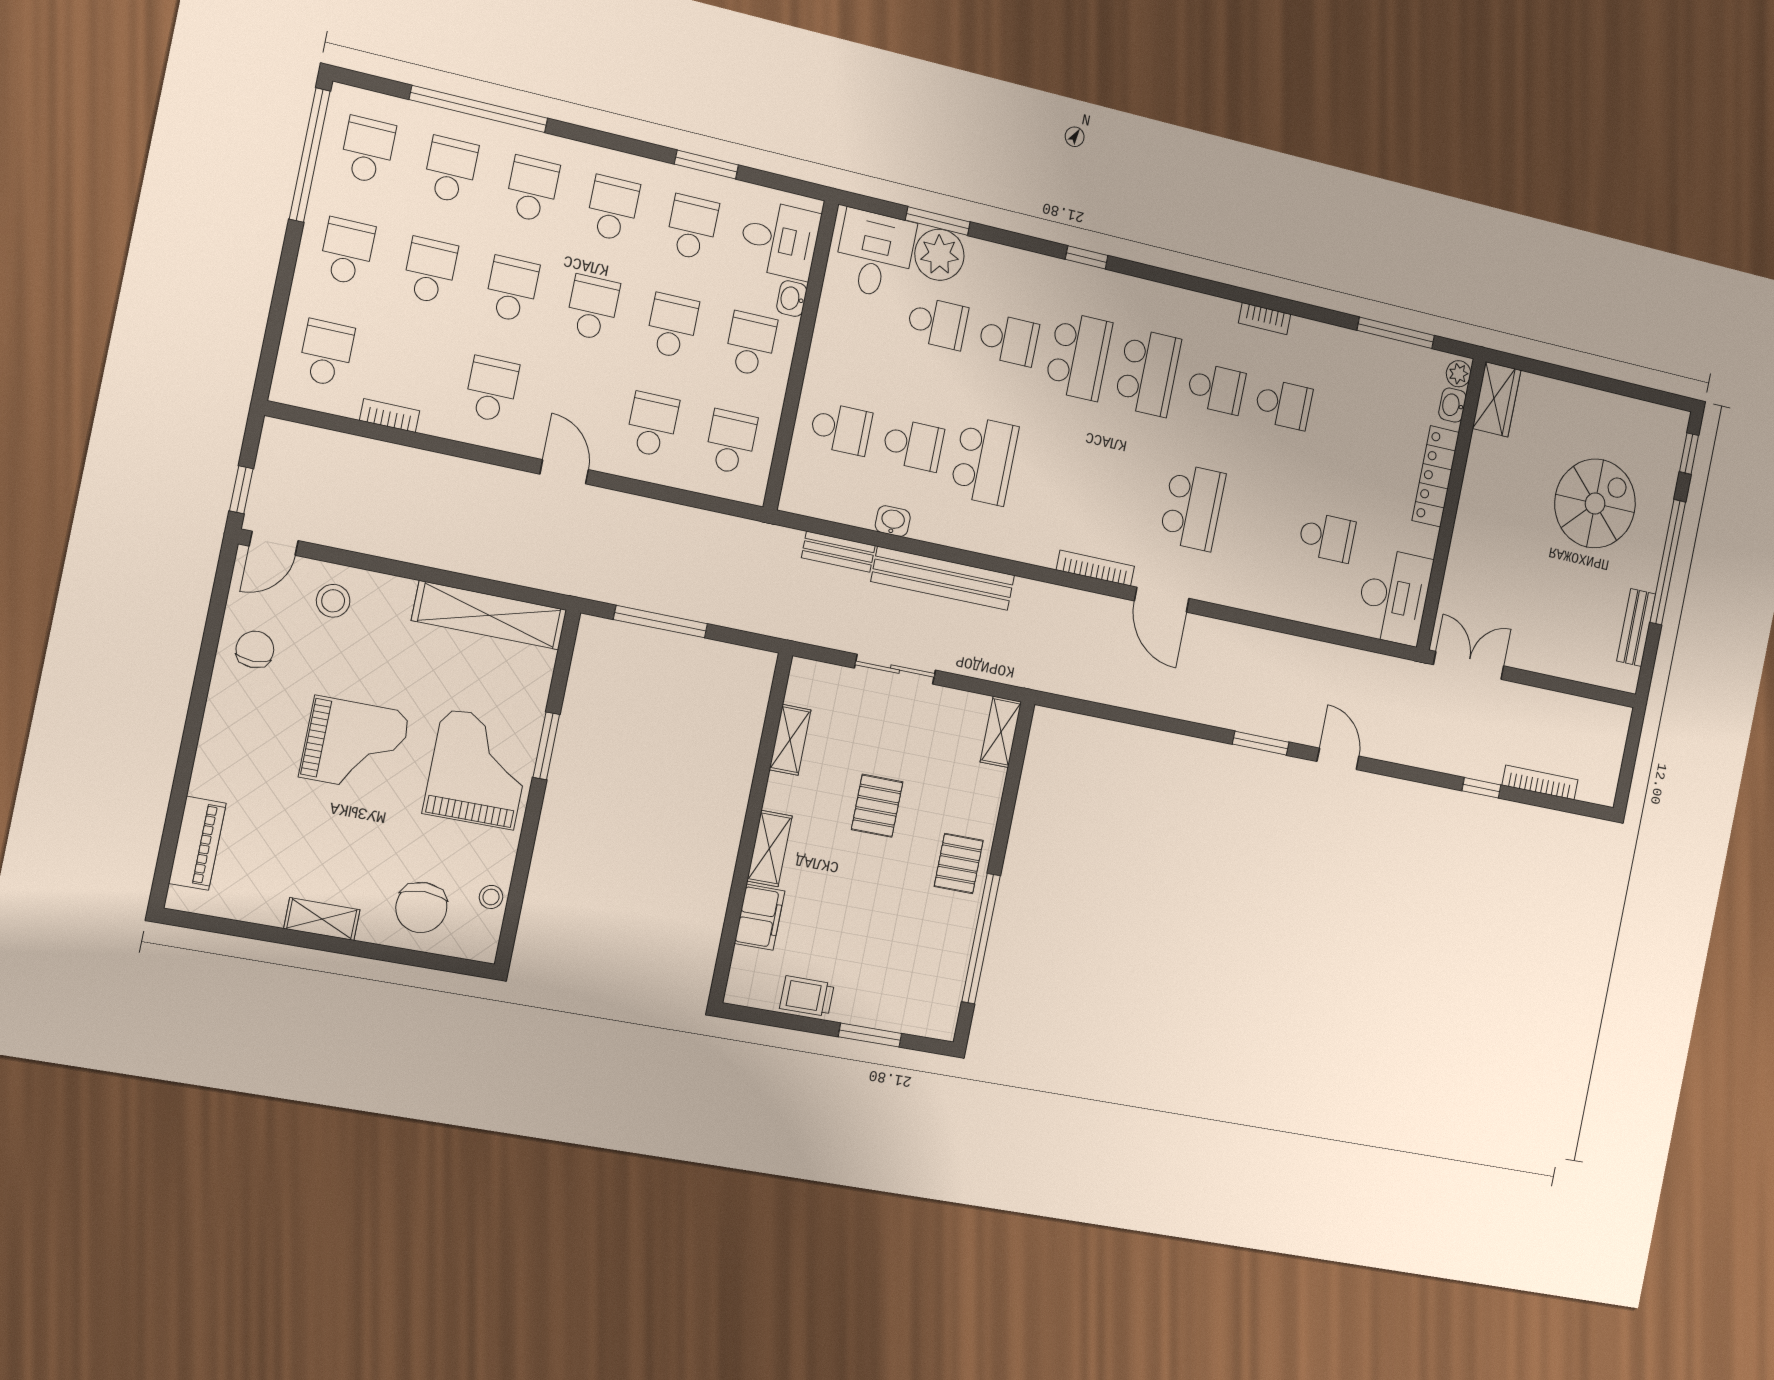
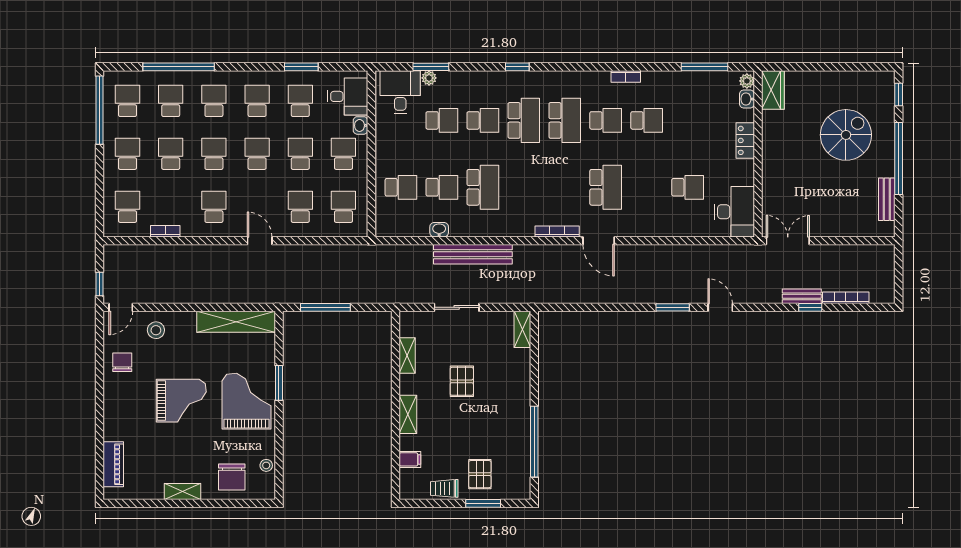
plant: (939, 255) -> (429, 78), width x0.53, depth x0.53
locker: (1436, 476) -> (745, 140), width x0.66
bench: (838, 552) -> (802, 296), moved
pallet: (959, 863) -> (480, 474), moved
filing cabinet: (760, 917) -> (410, 459), width x0.50

